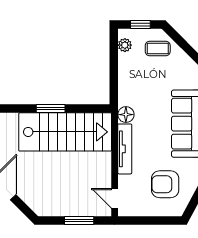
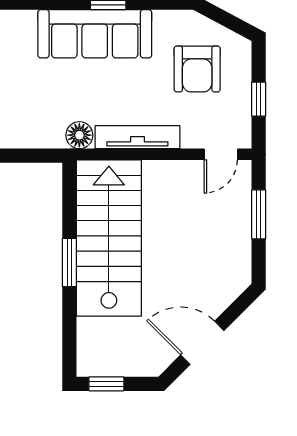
window: (147, 221) -> (259, 99), added

